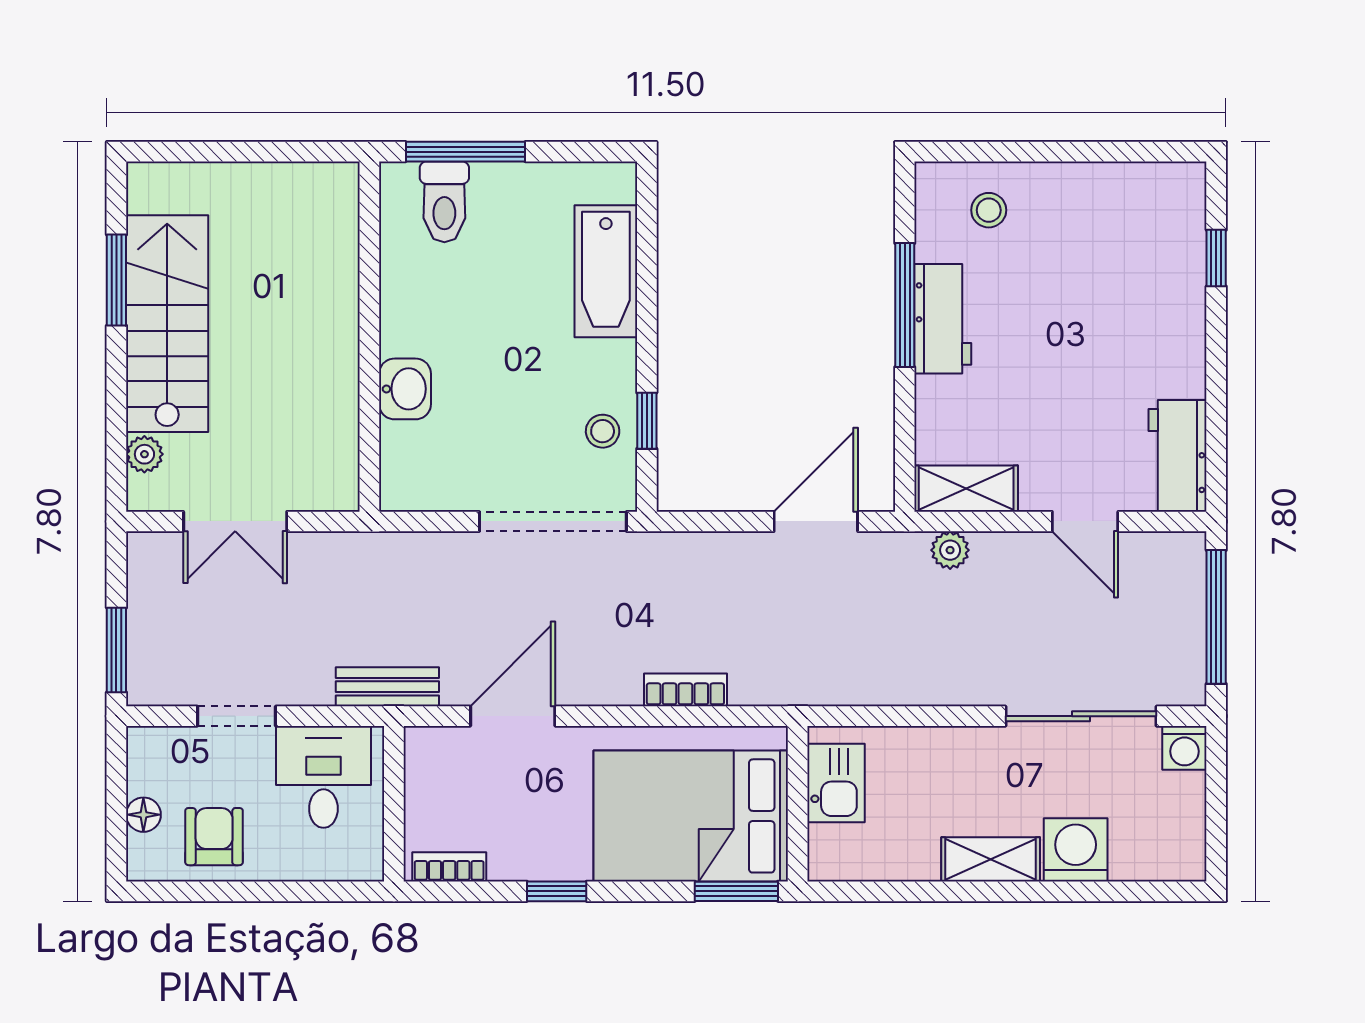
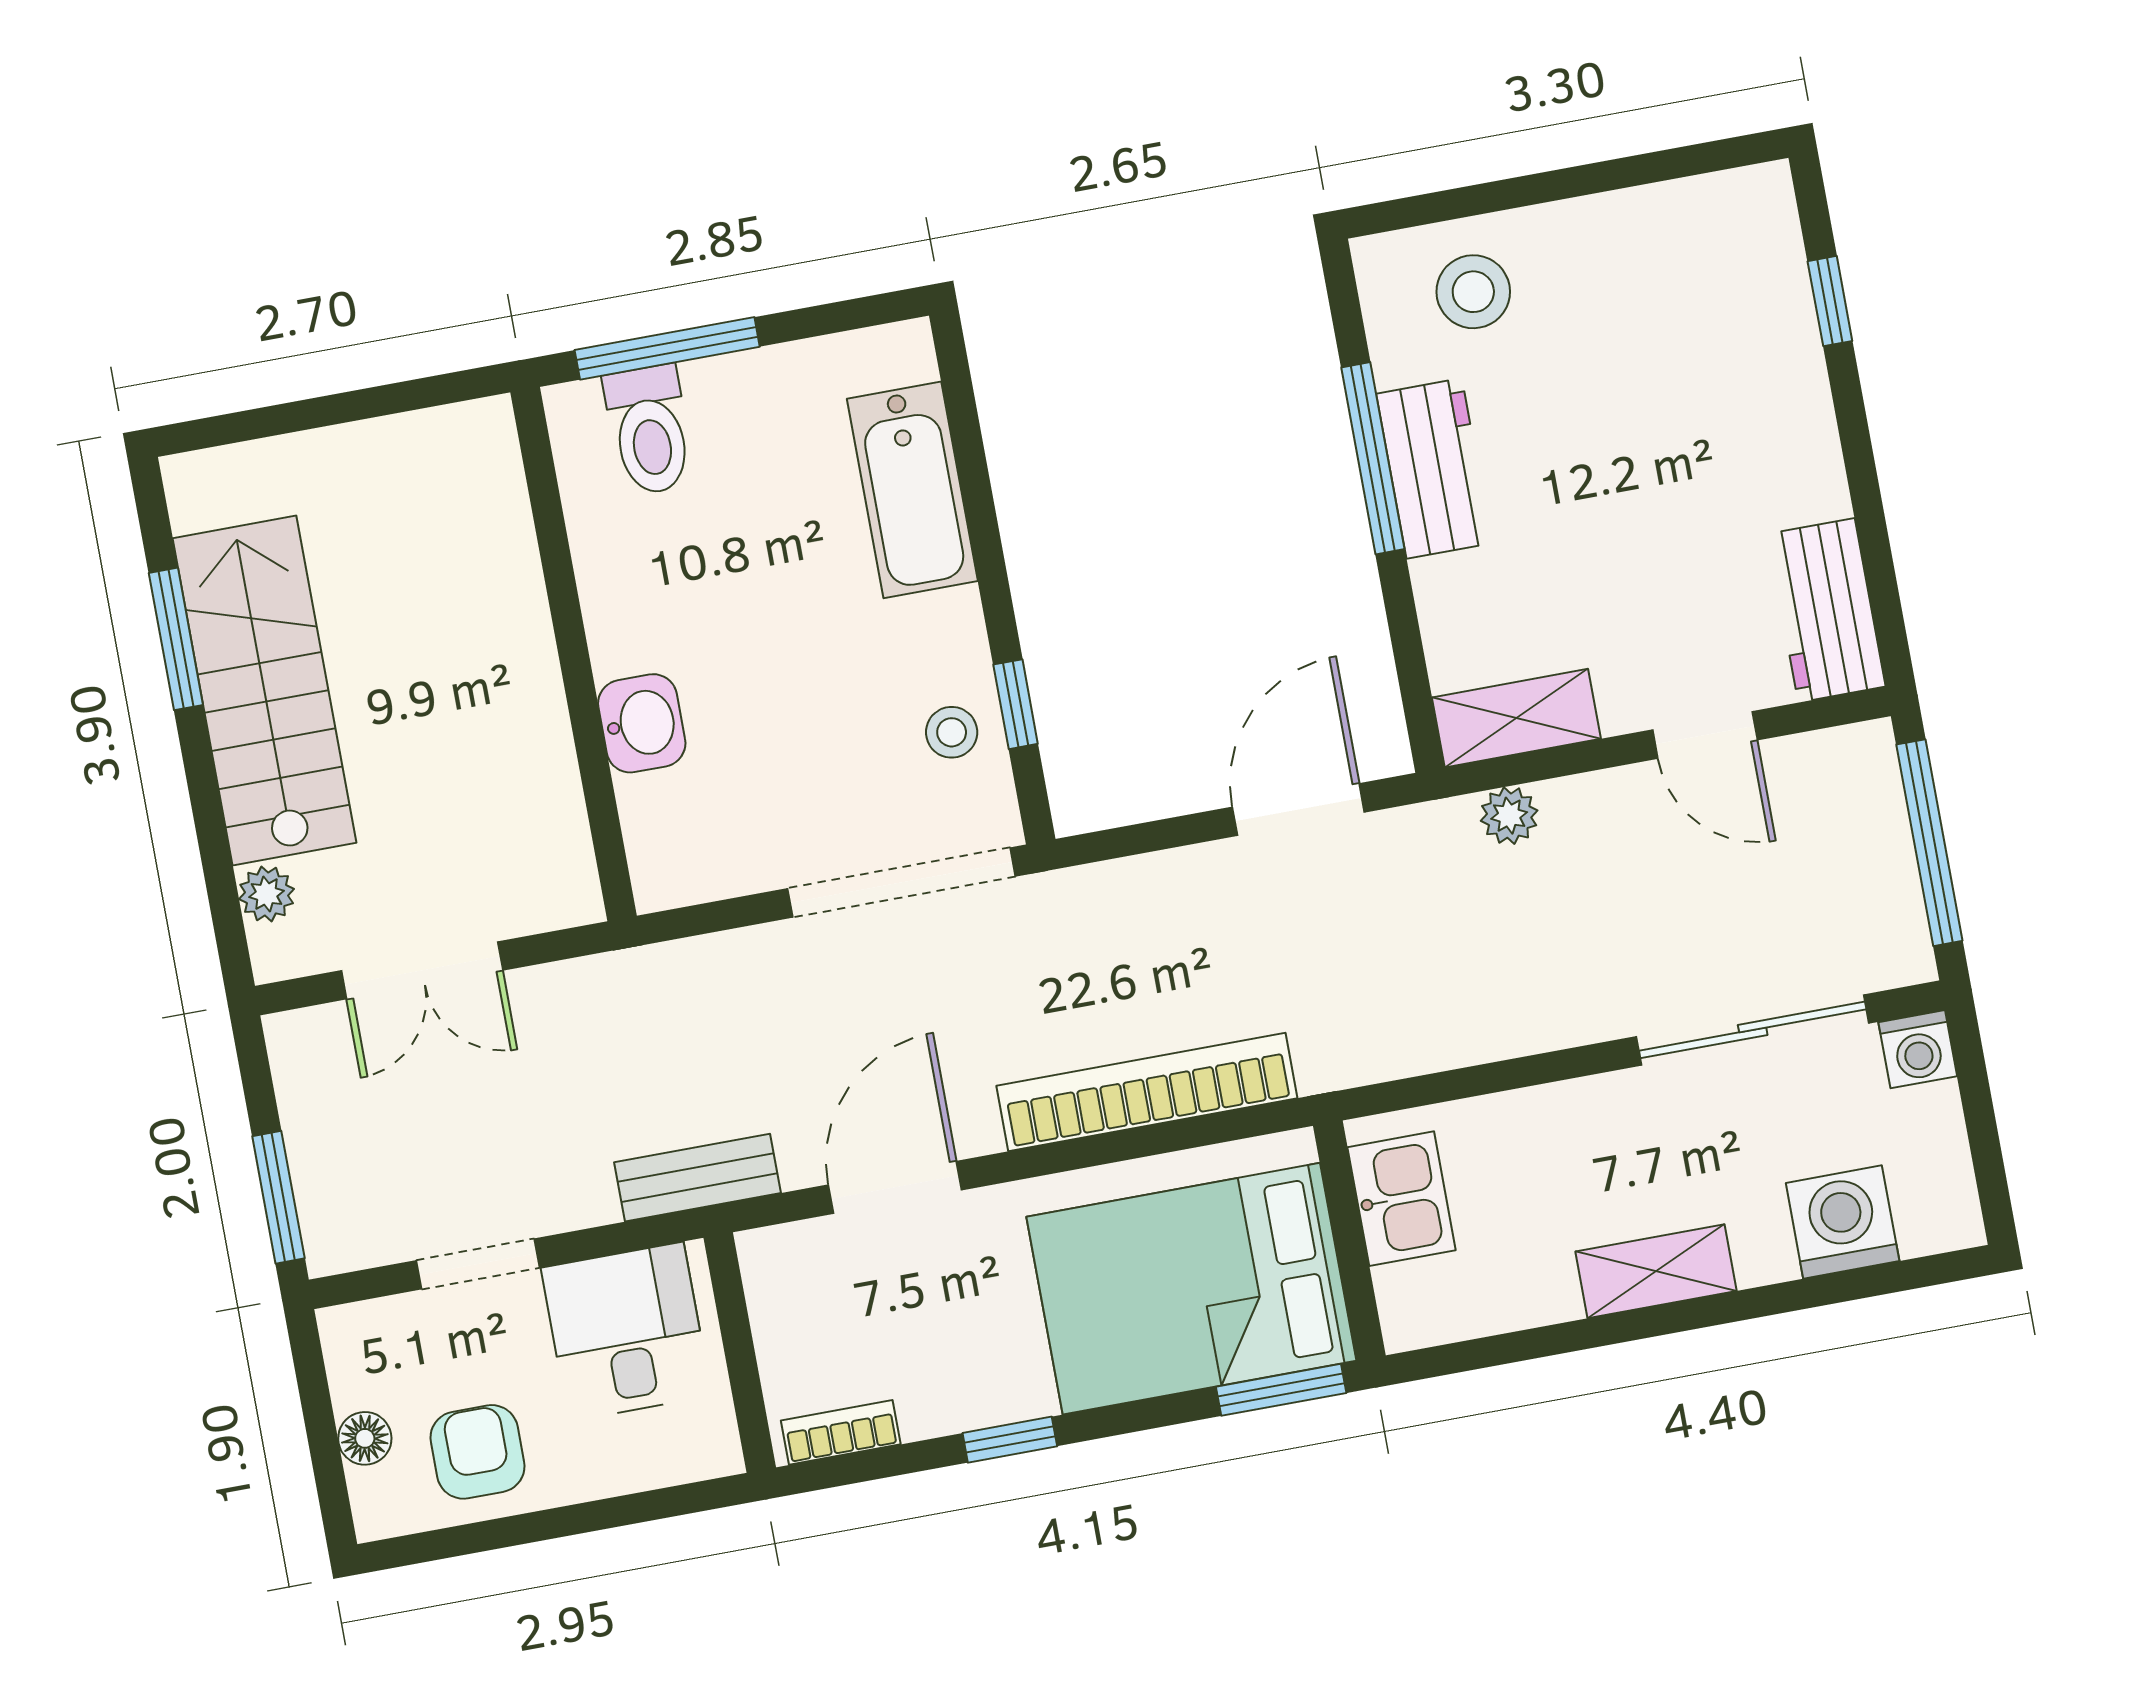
stool: (989, 210) -> (1473, 292), width x1.37, depth x1.37
bookcase: (685, 690) -> (1147, 1092), width x2.31, depth x1.31
washing machine: (1076, 850) -> (1843, 1222), moved

